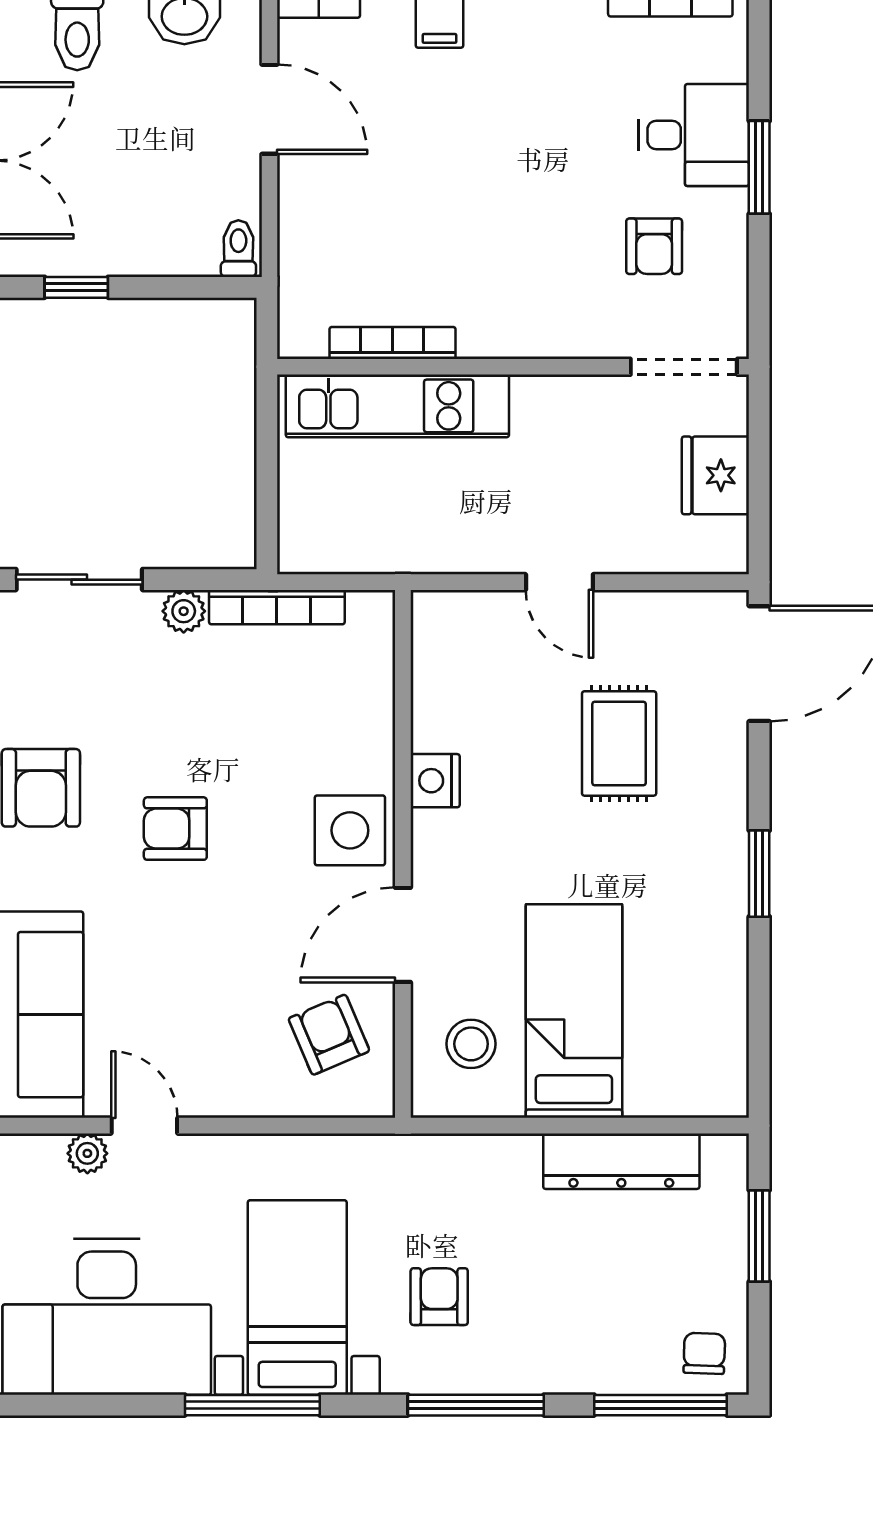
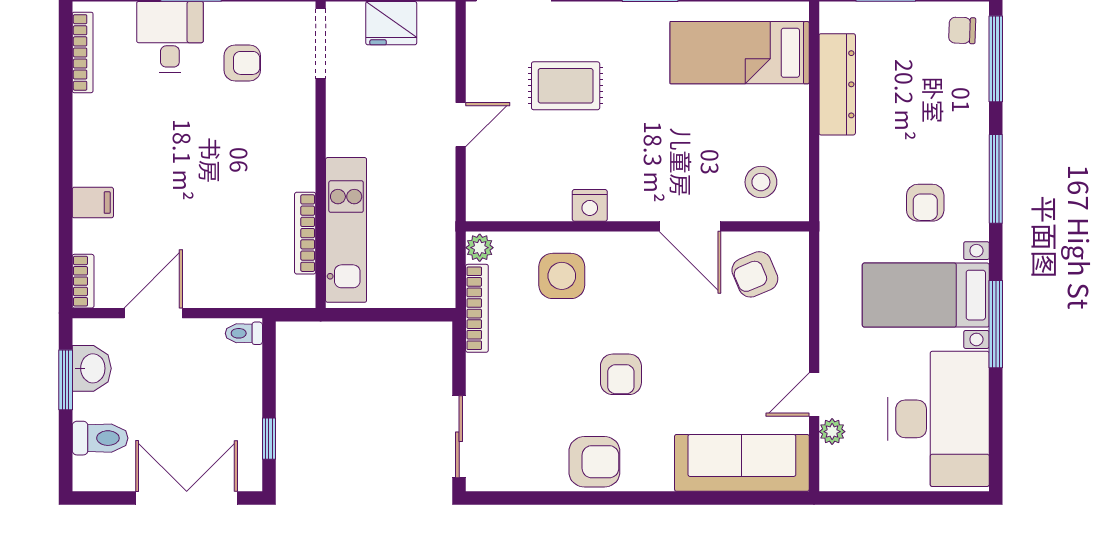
plant: (184, 611) -> (480, 248), moved
side table: (350, 830) -> (562, 276), moved
bed: (574, 1011) -> (740, 53), moved
armchair: (439, 1297) -> (925, 203), turned -90

